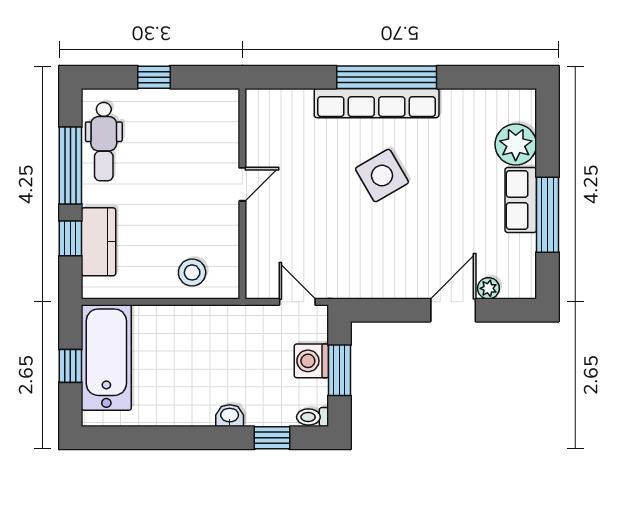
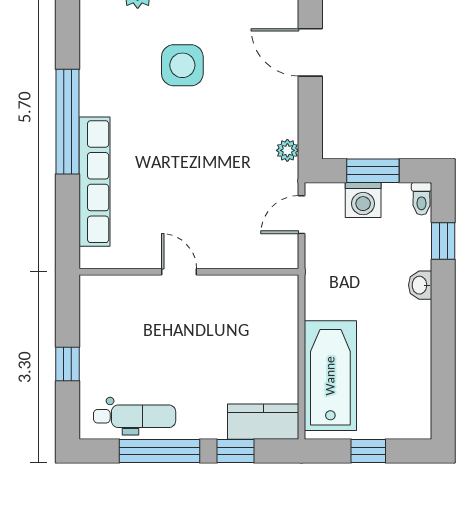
row of seats: (377, 103) -> (94, 182), moved
side table: (382, 176) -> (182, 65), moved, turned 30
kitchen counter: (99, 242) -> (263, 422), moved
stool: (192, 272) -> (271, 324), removed
plant: (488, 288) -> (287, 150), moved
bathtub: (106, 357) -> (330, 376), moved, turned 90

